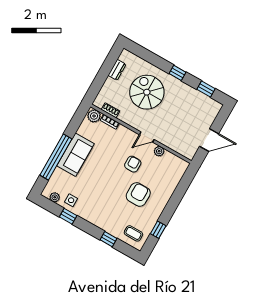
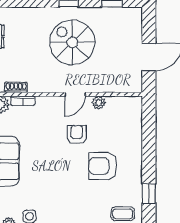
spiral stairs: (147, 92) -> (72, 42), moved
armchair: (138, 194) -> (103, 166), turned -90

